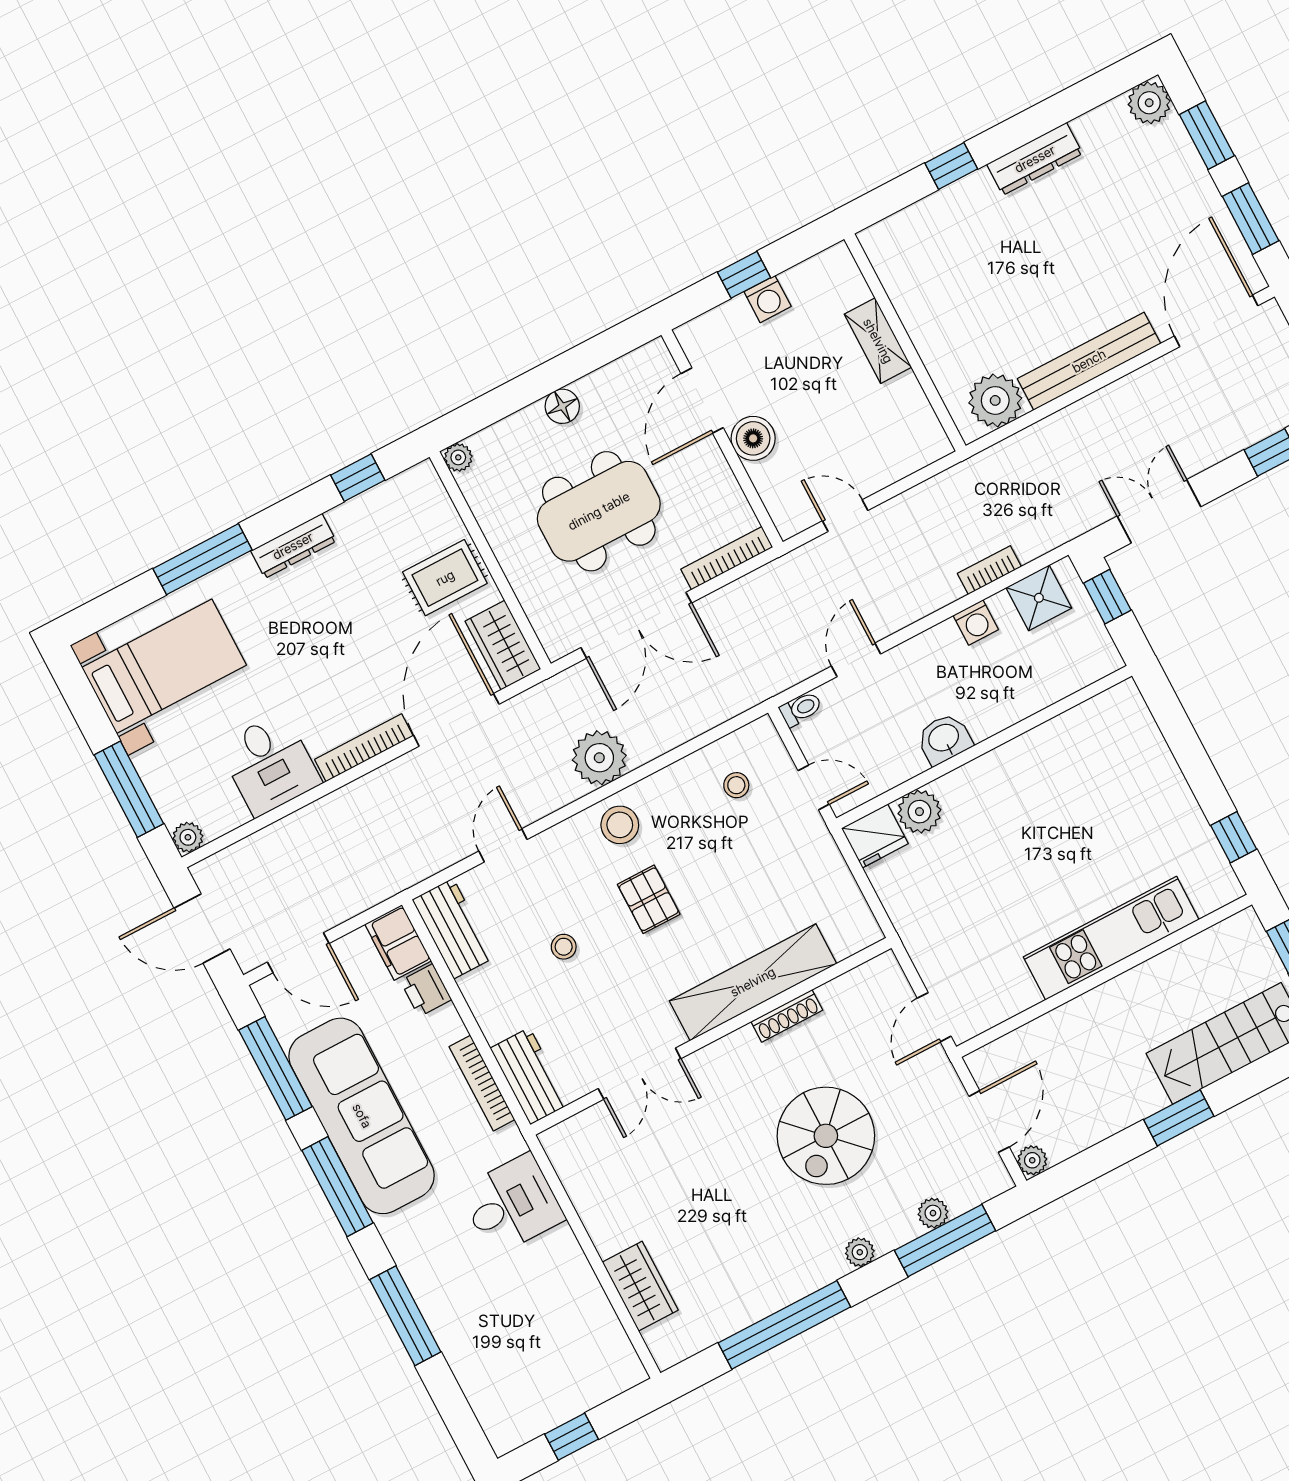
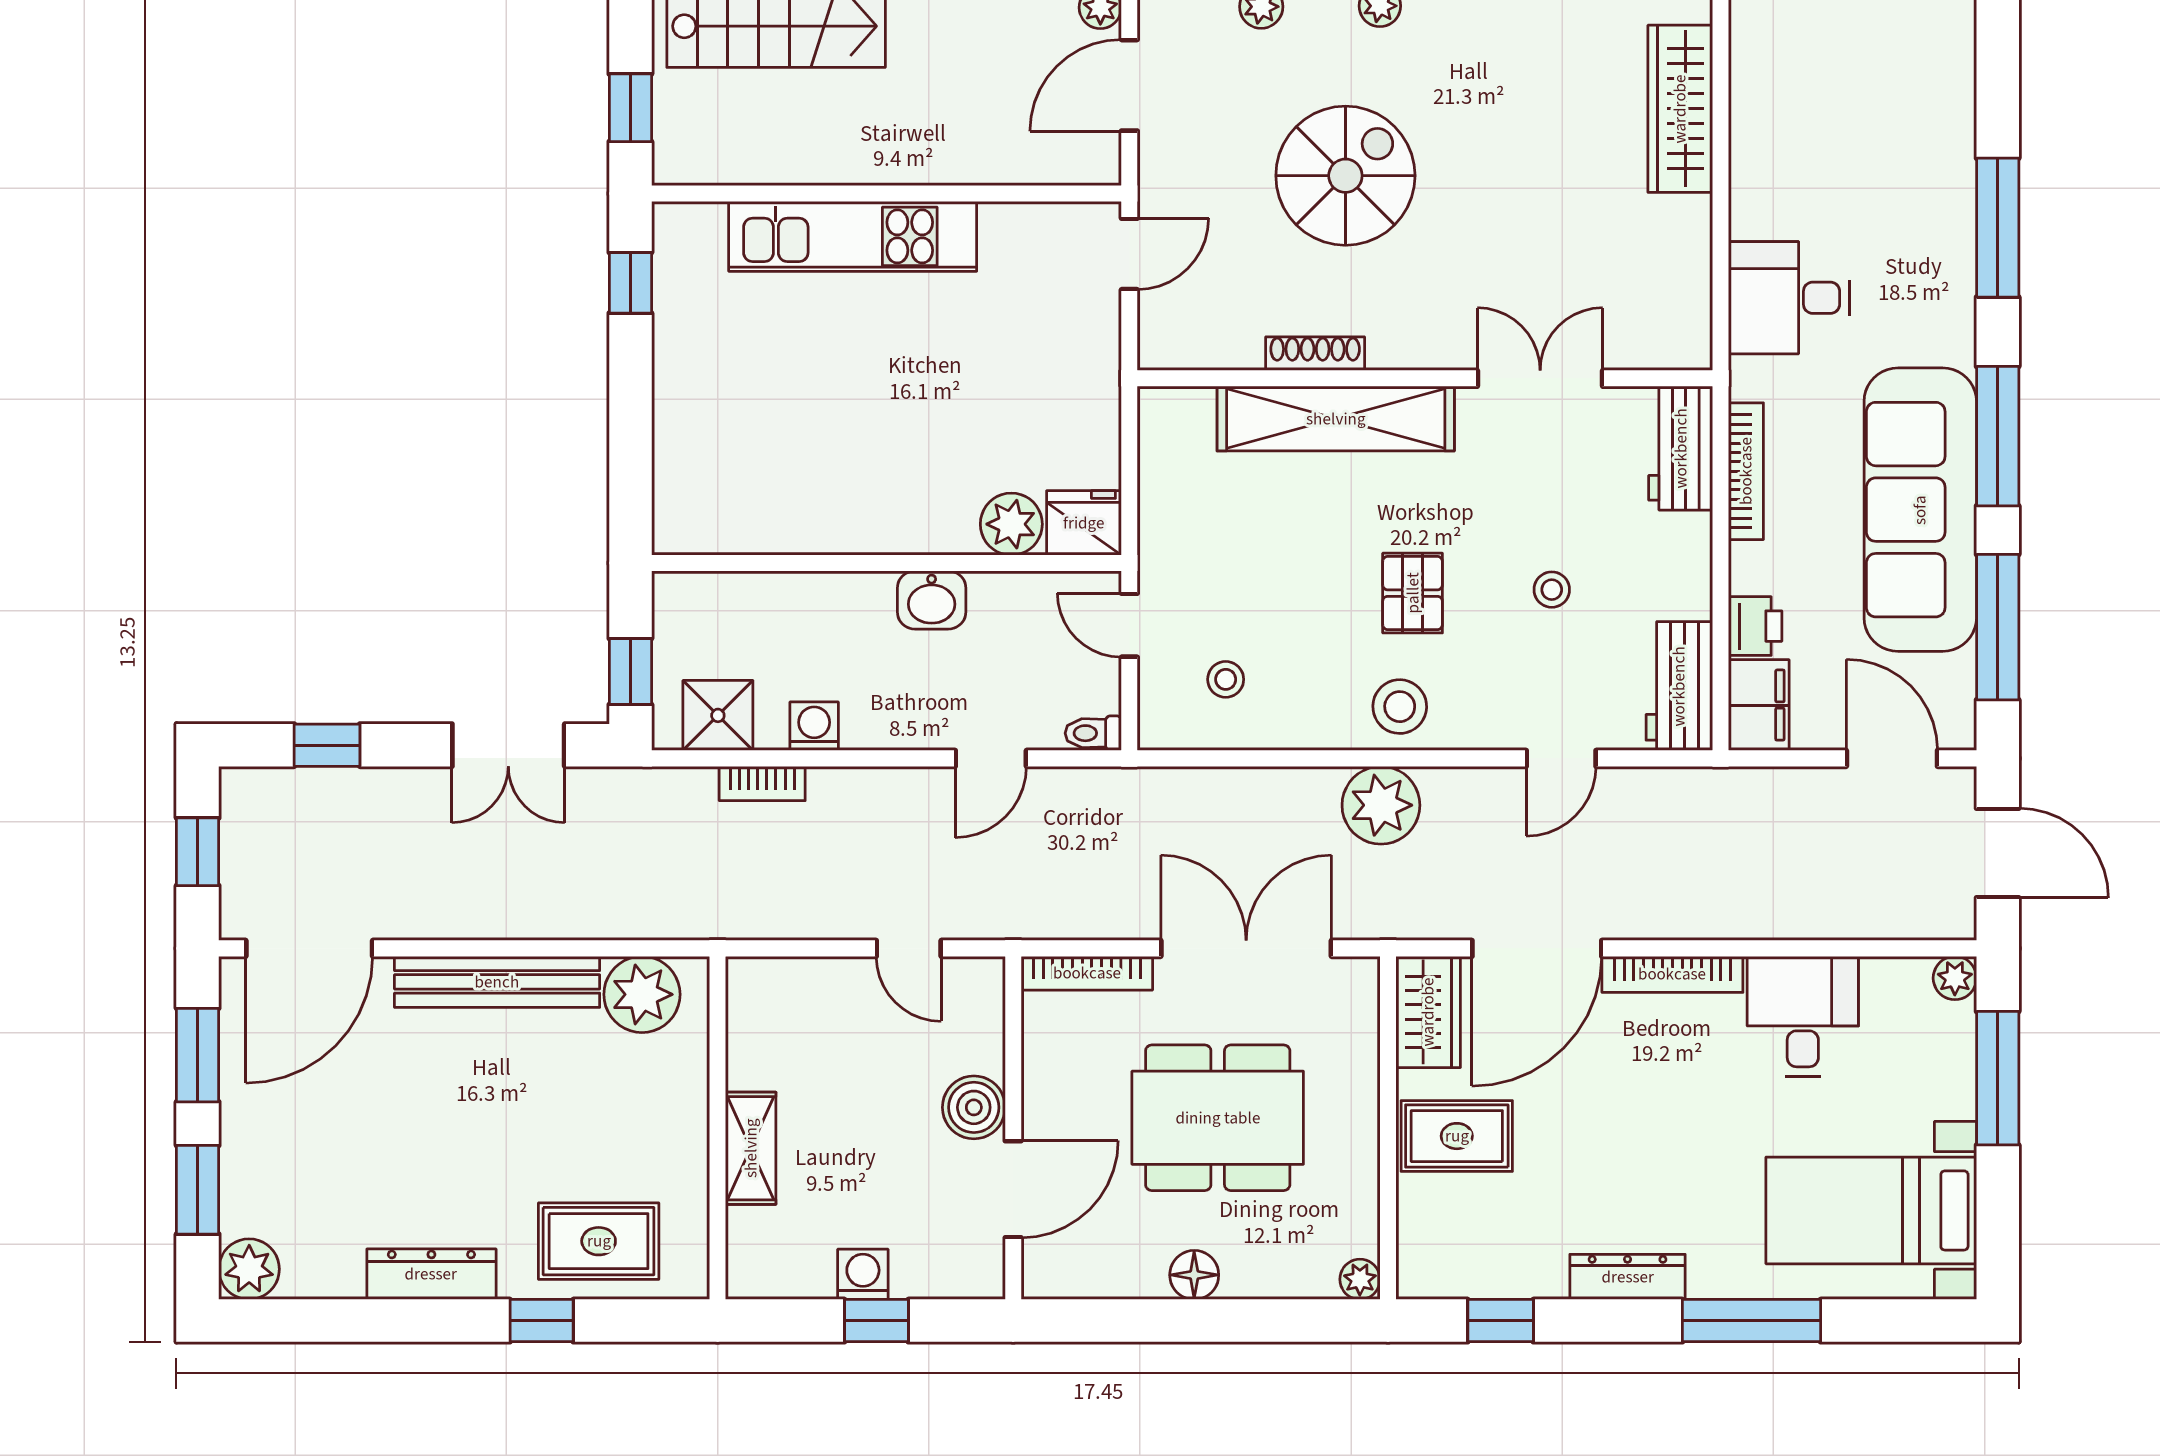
rug: (942, 234) -> (599, 1241), added
wardrobe: (640, 1286) -> (1680, 109), width x1.50

